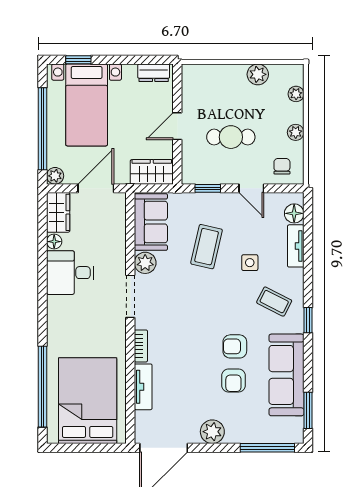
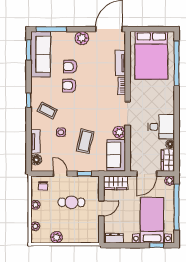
armchair: (235, 346) -> (69, 86), turned 180
sofa: (286, 375) -> (41, 54), moved
armchair: (233, 380) -> (70, 67), turned -90

